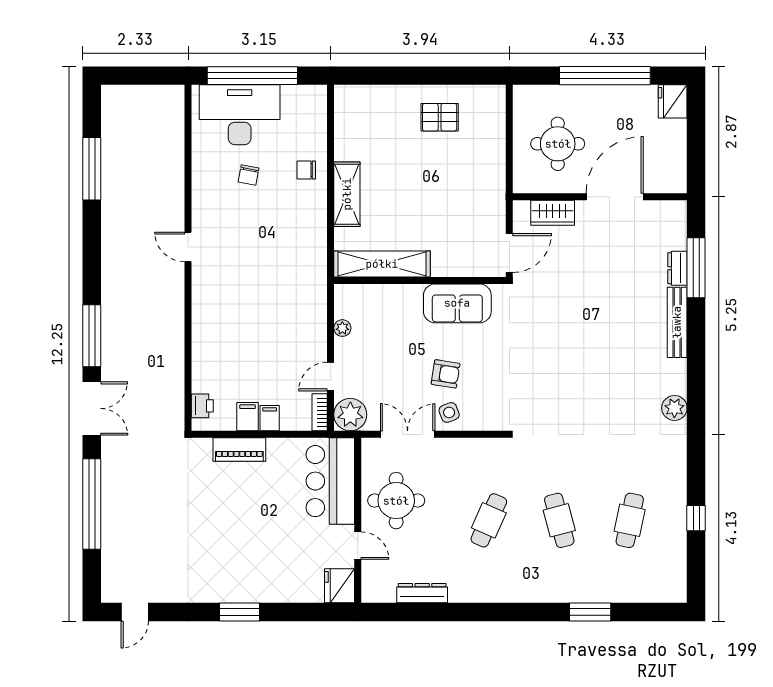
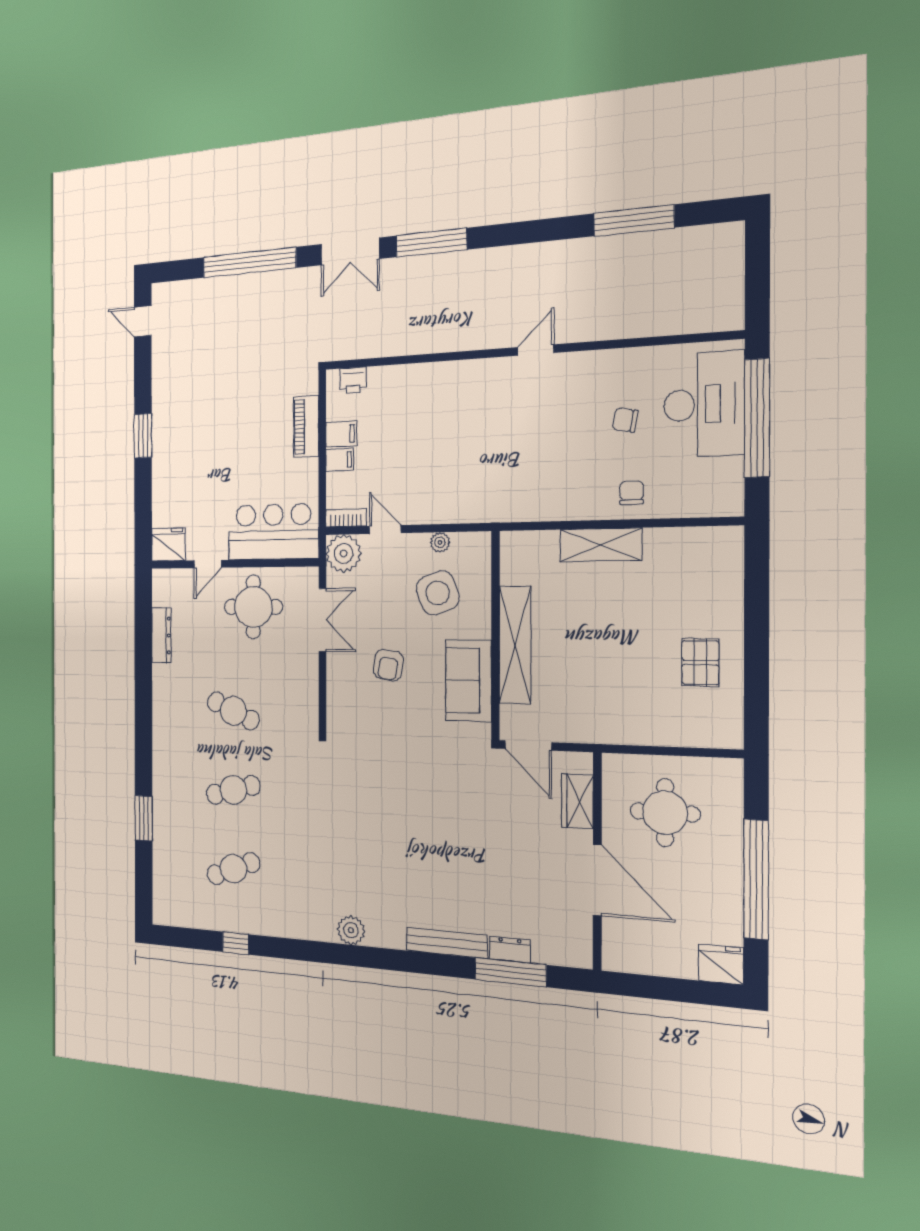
shelving: (382, 264) -> (515, 645), moved
side table: (449, 412) -> (438, 593), moved, width x1.87, depth x1.87
cafe table: (630, 520) -> (233, 869), turned -33

